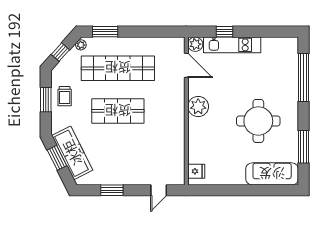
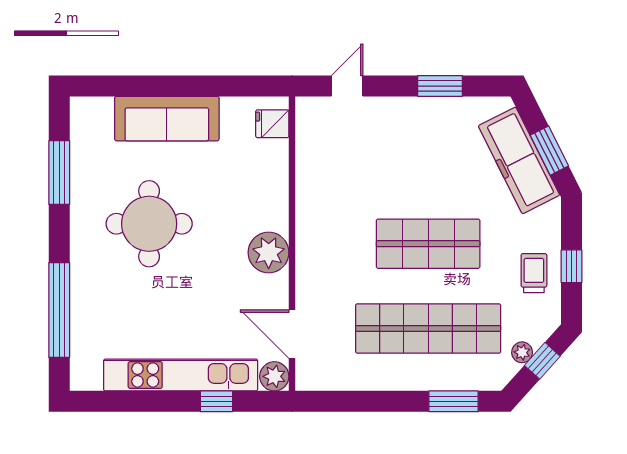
plant: (81, 45) -> (522, 352), moved
kitchen unit: (232, 45) -> (181, 375), width x1.36
window: (46, 100) -> (572, 266), width x0.67
sofa: (272, 174) -> (167, 119), moved

